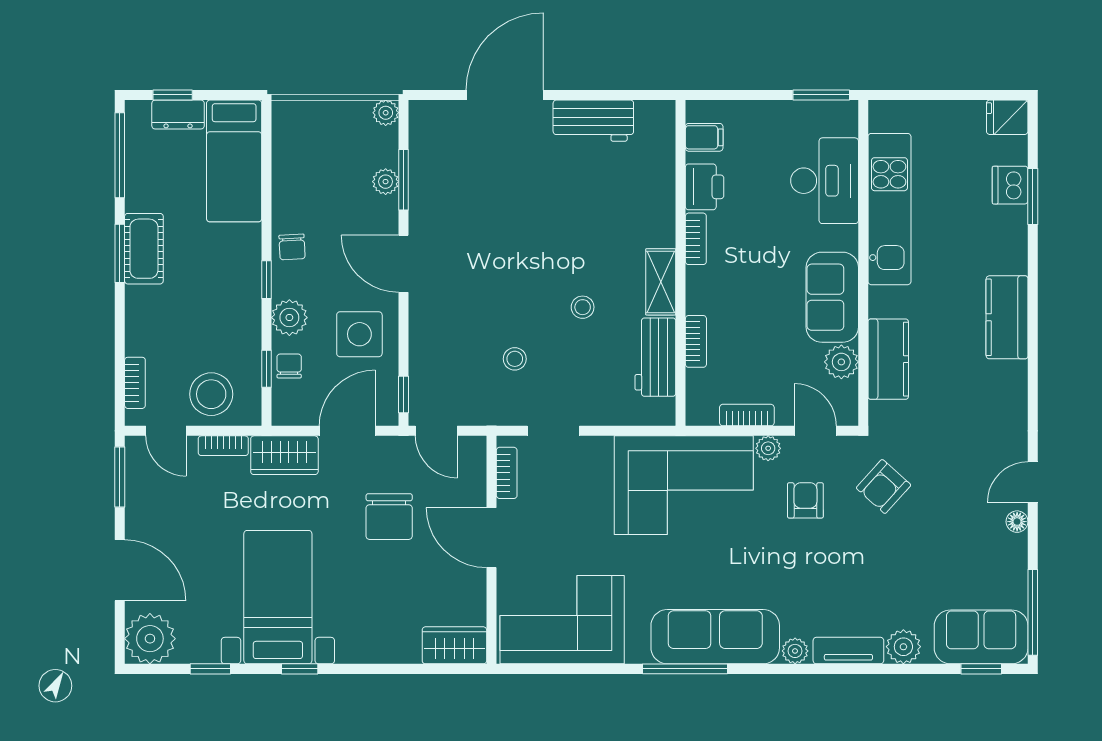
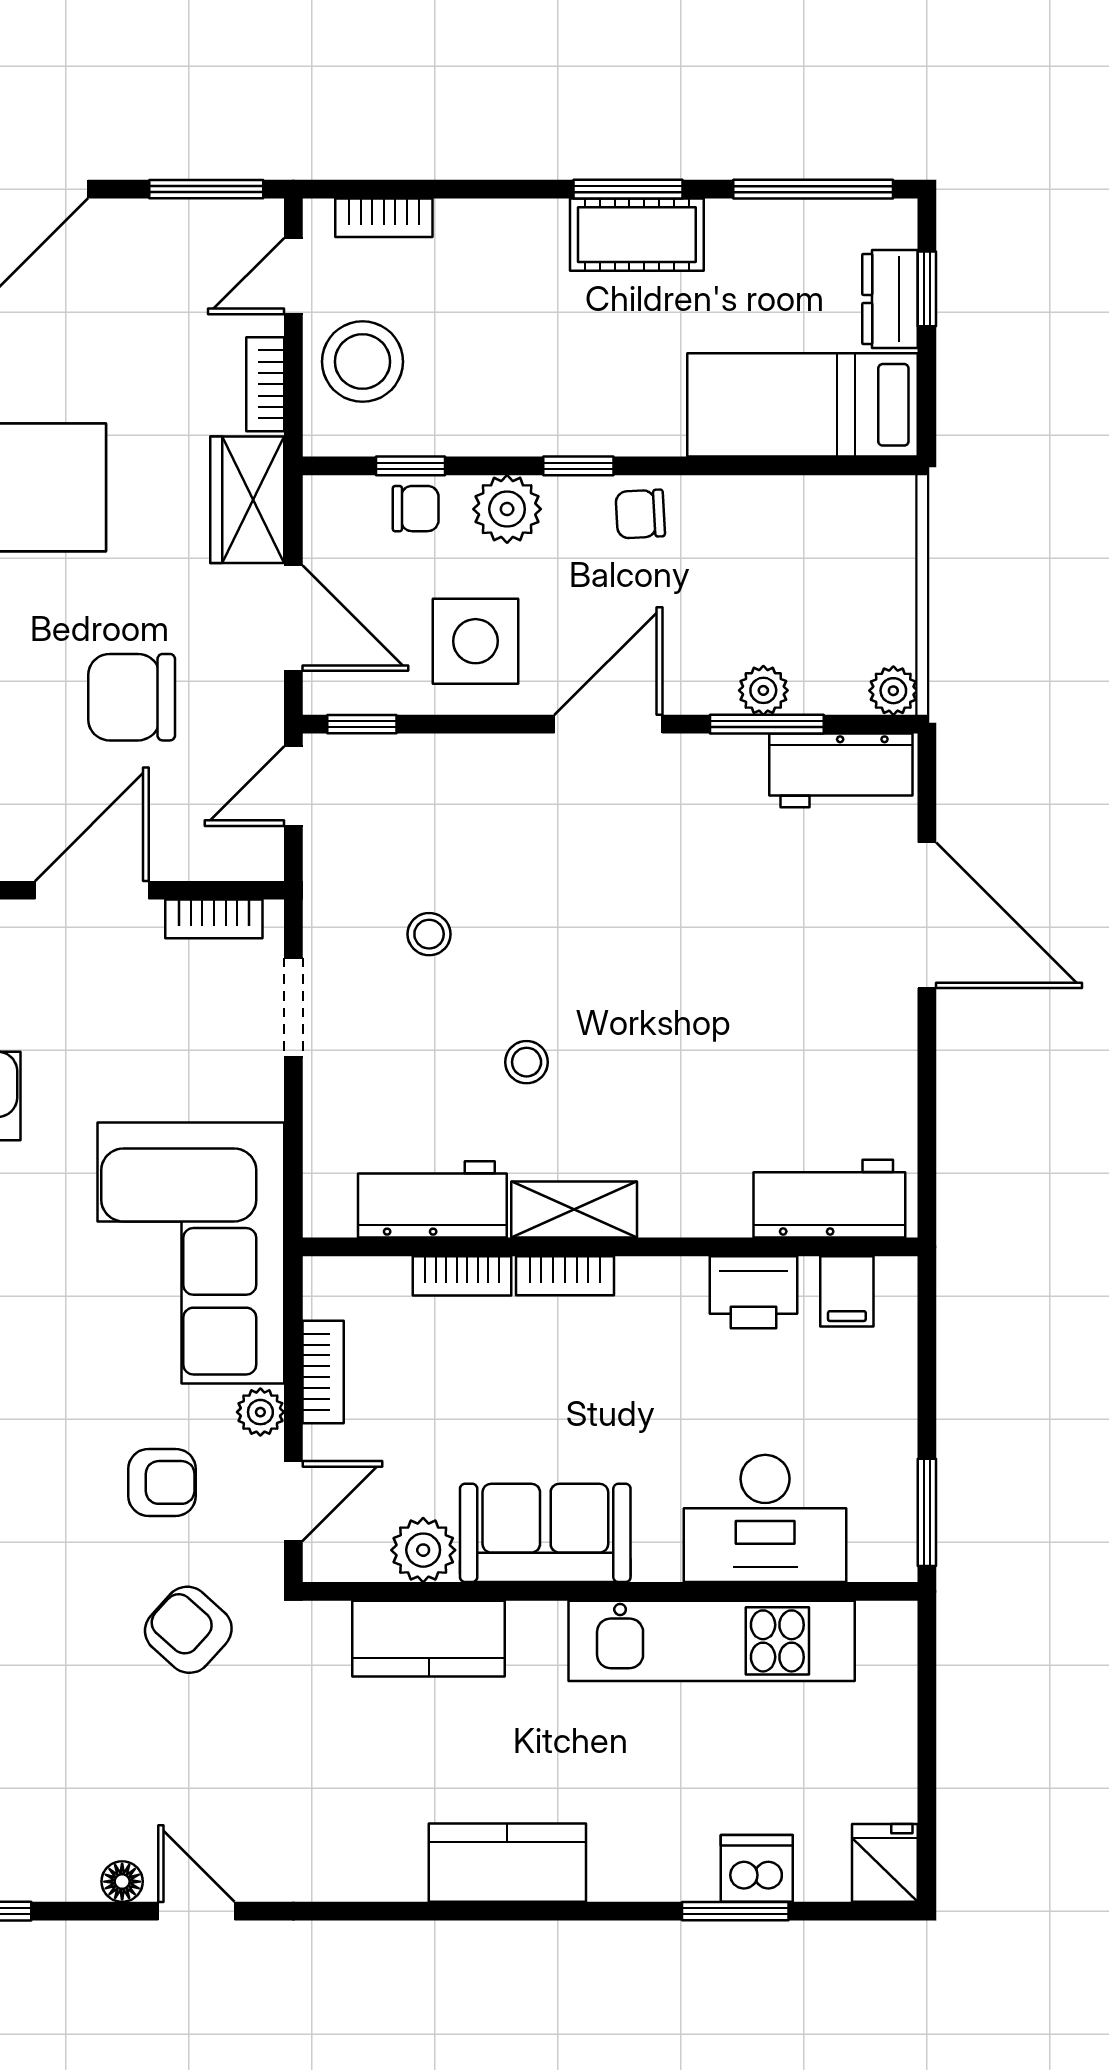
workbench: (593, 121) -> (829, 1199), moved, turned 90
workbench: (428, 141) -> (841, 770), added
bookcase: (696, 239) -> (565, 1276), moved

